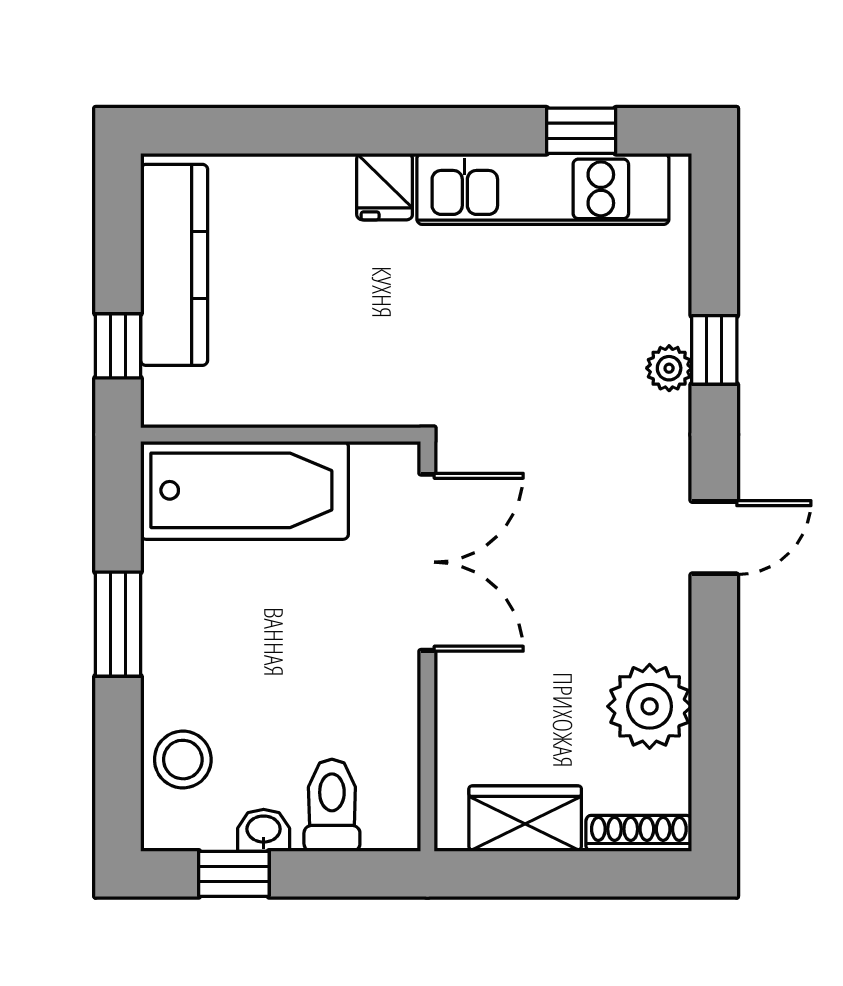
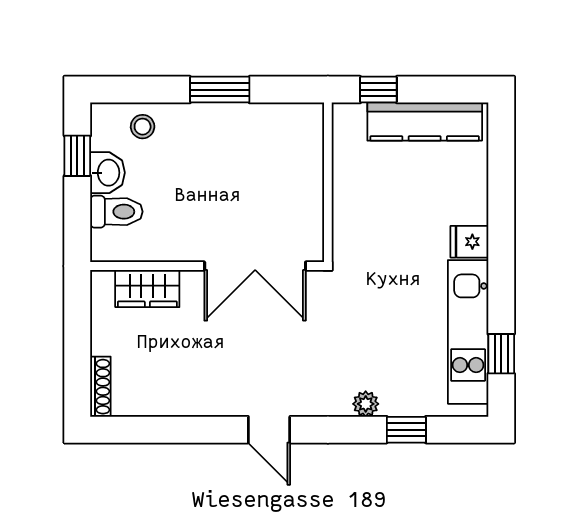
window: (714, 350) -> (406, 430), moved
bathtub: (245, 490) -> (296, 162), removed
plant: (650, 706) -> (173, 393), removed
stool: (183, 760) -> (143, 127), width x0.73, depth x0.73
wardrobe: (525, 819) -> (147, 289), moved, turned 90
washbasin: (264, 830) -> (108, 173), width x1.38, depth x1.45

